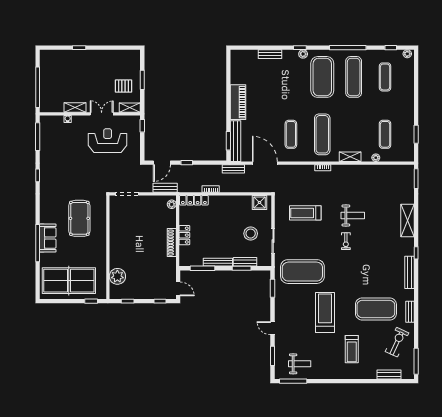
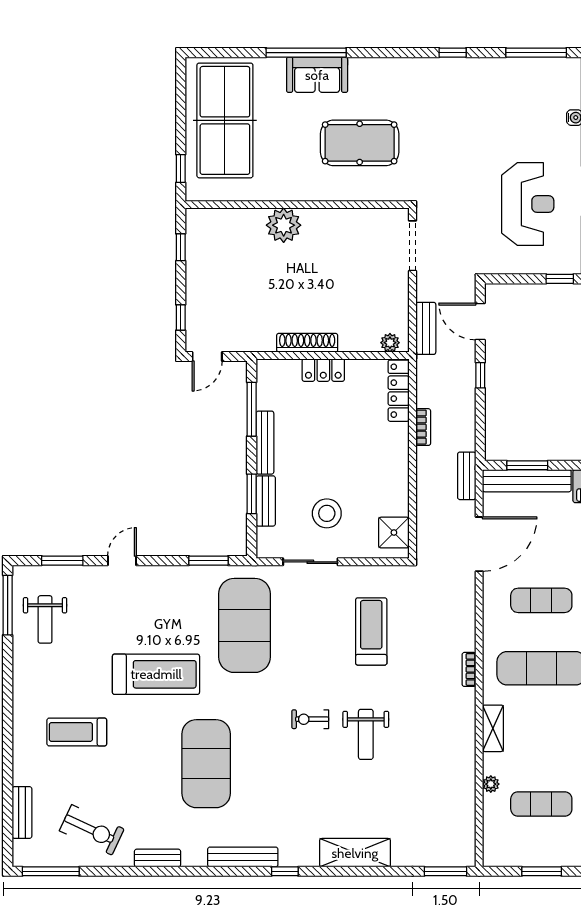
plant: (117, 276) -> (284, 225), moved
exercise mat: (376, 309) -> (206, 764), moved

